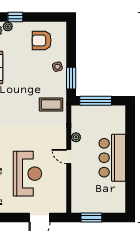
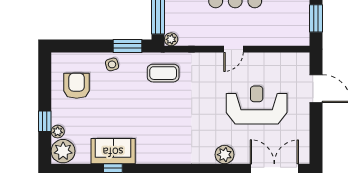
armchair: (42, 40) -> (77, 86), turned 180
coffee table: (51, 105) -> (163, 73), turned 90
plant: (76, 137) -> (171, 39), moved

